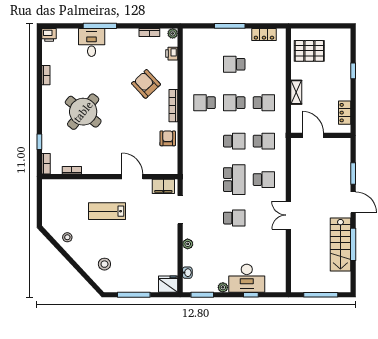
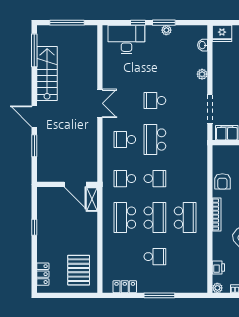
pallet: (309, 51) -> (79, 270), turned 90
window: (353, 71) -> (34, 227), moved
shelving: (296, 92) -> (92, 199), moved
school desk: (204, 103) -> (185, 218), width x1.85
school desk: (234, 103) -> (155, 218), width x1.85
school desk: (264, 103) -> (125, 218), width x1.85
locker: (345, 113) -> (43, 274), moved
school desk: (234, 141) -> (155, 179), turned 180
window: (353, 244) -> (34, 50), moved
desk: (247, 278) -> (126, 39), moved
window: (202, 295) -> (164, 23), moved

